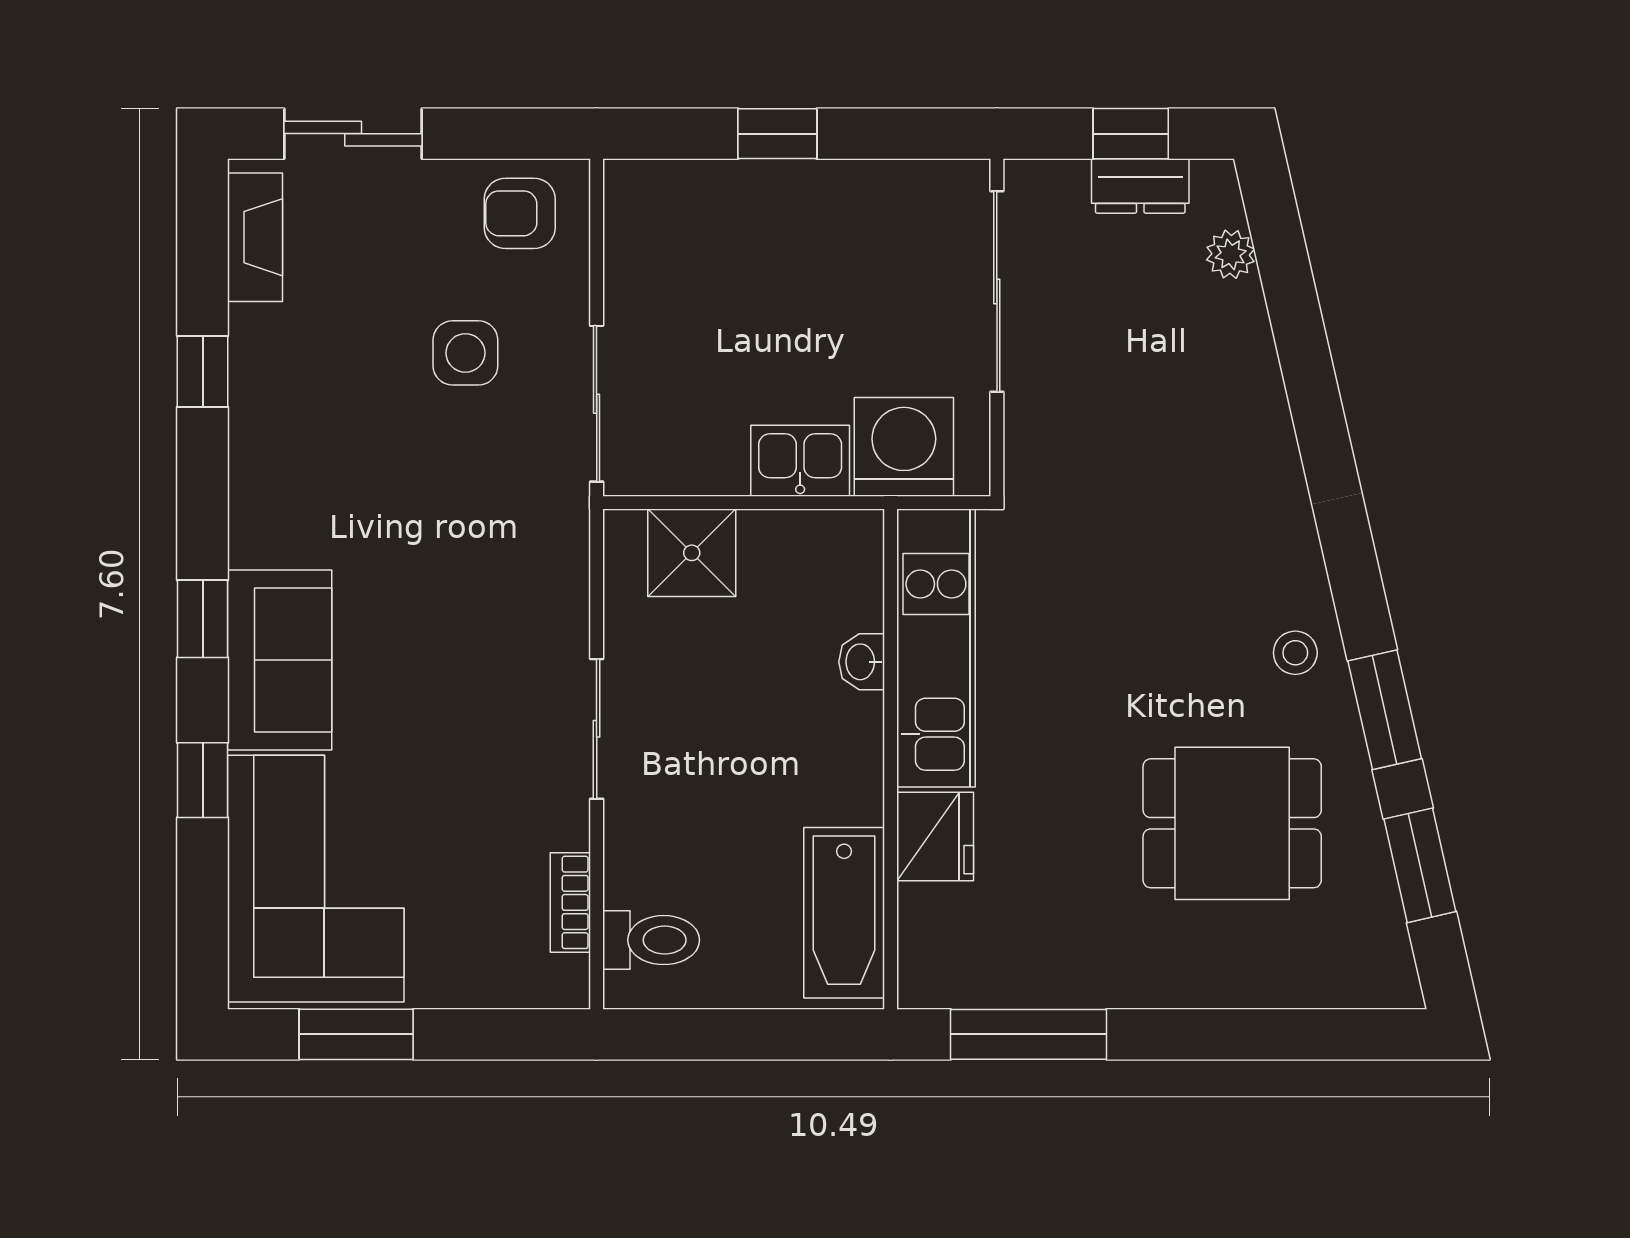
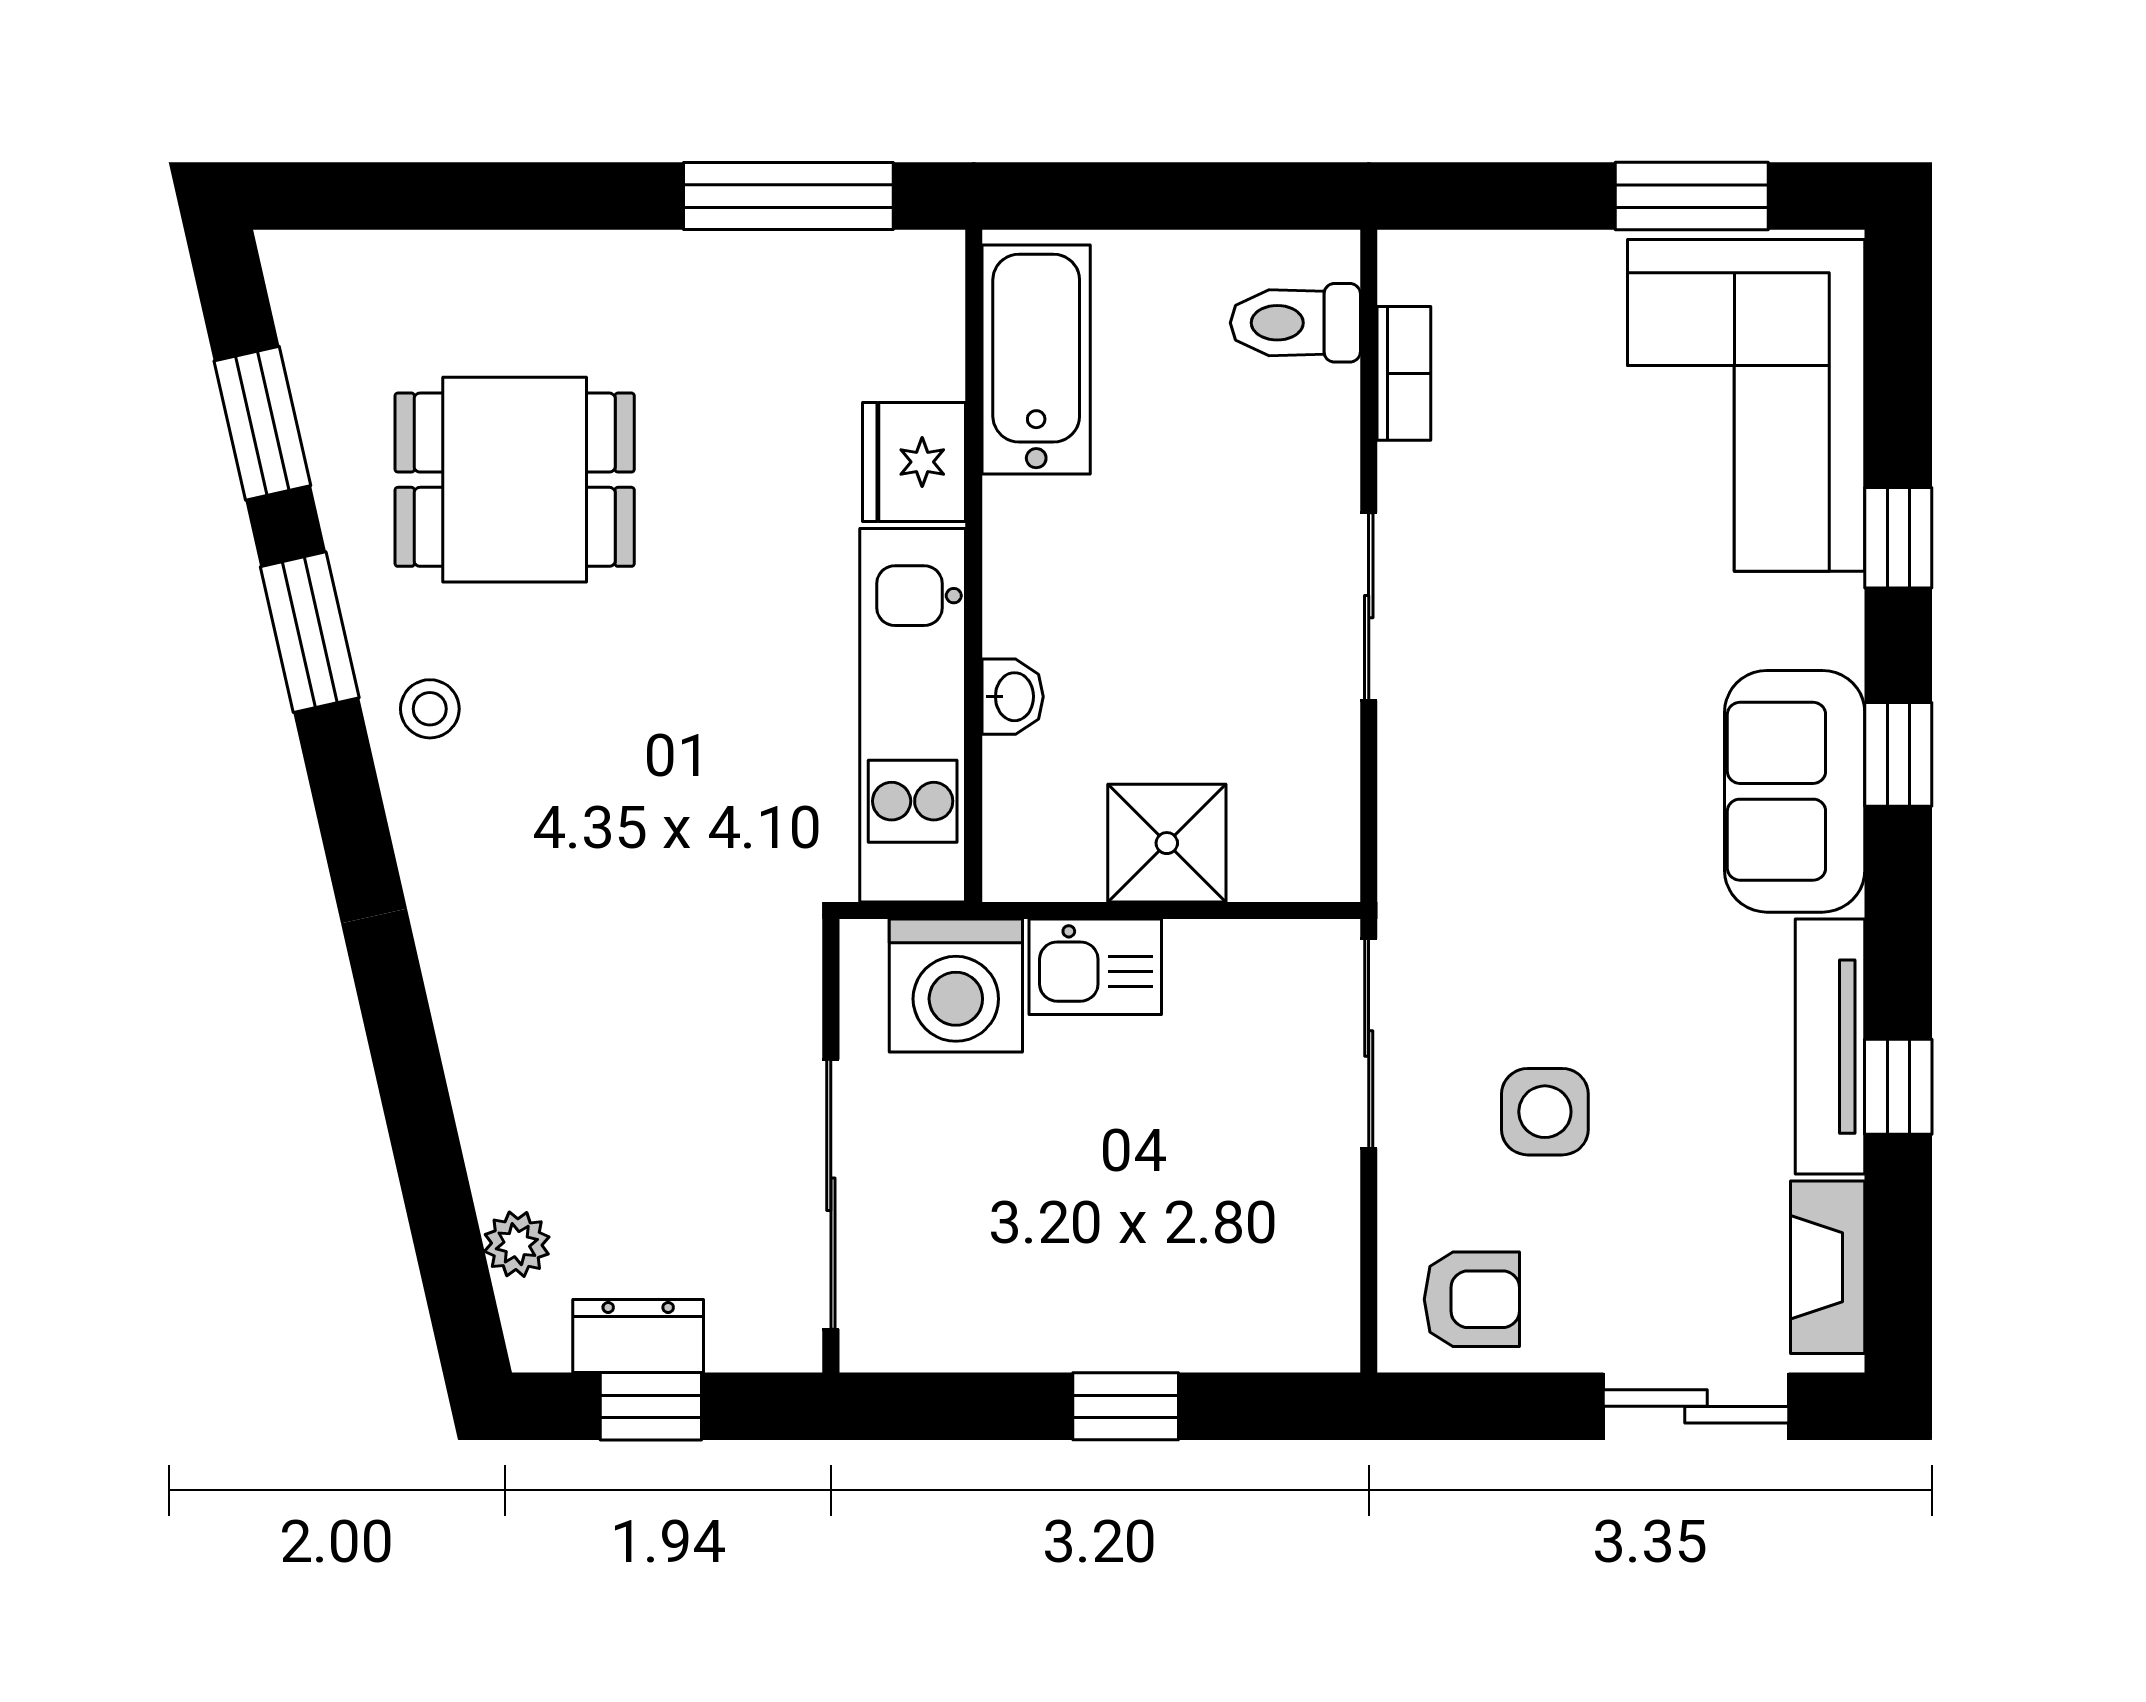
tv unit: (253, 401) -> (1830, 1047), added
shower: (692, 553) -> (1167, 843), moved
sofa: (280, 660) -> (1795, 791), moved

